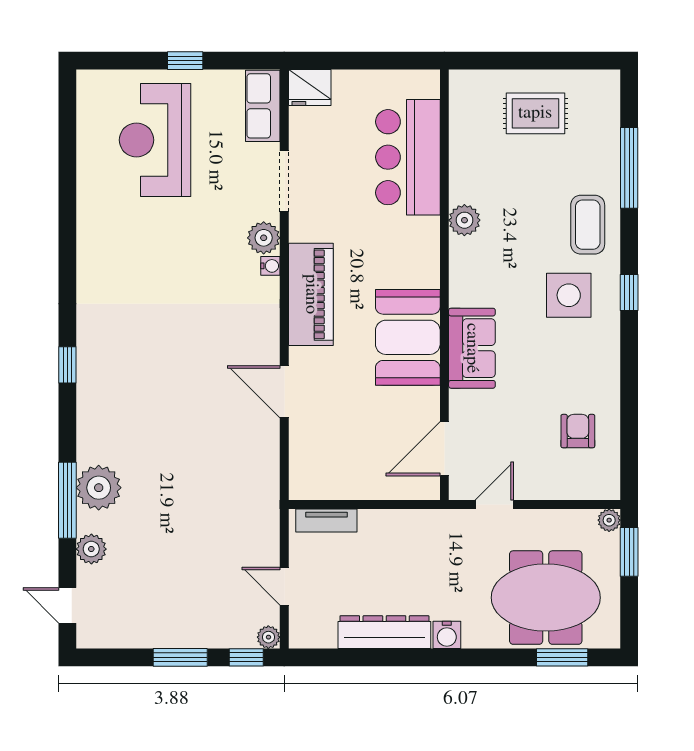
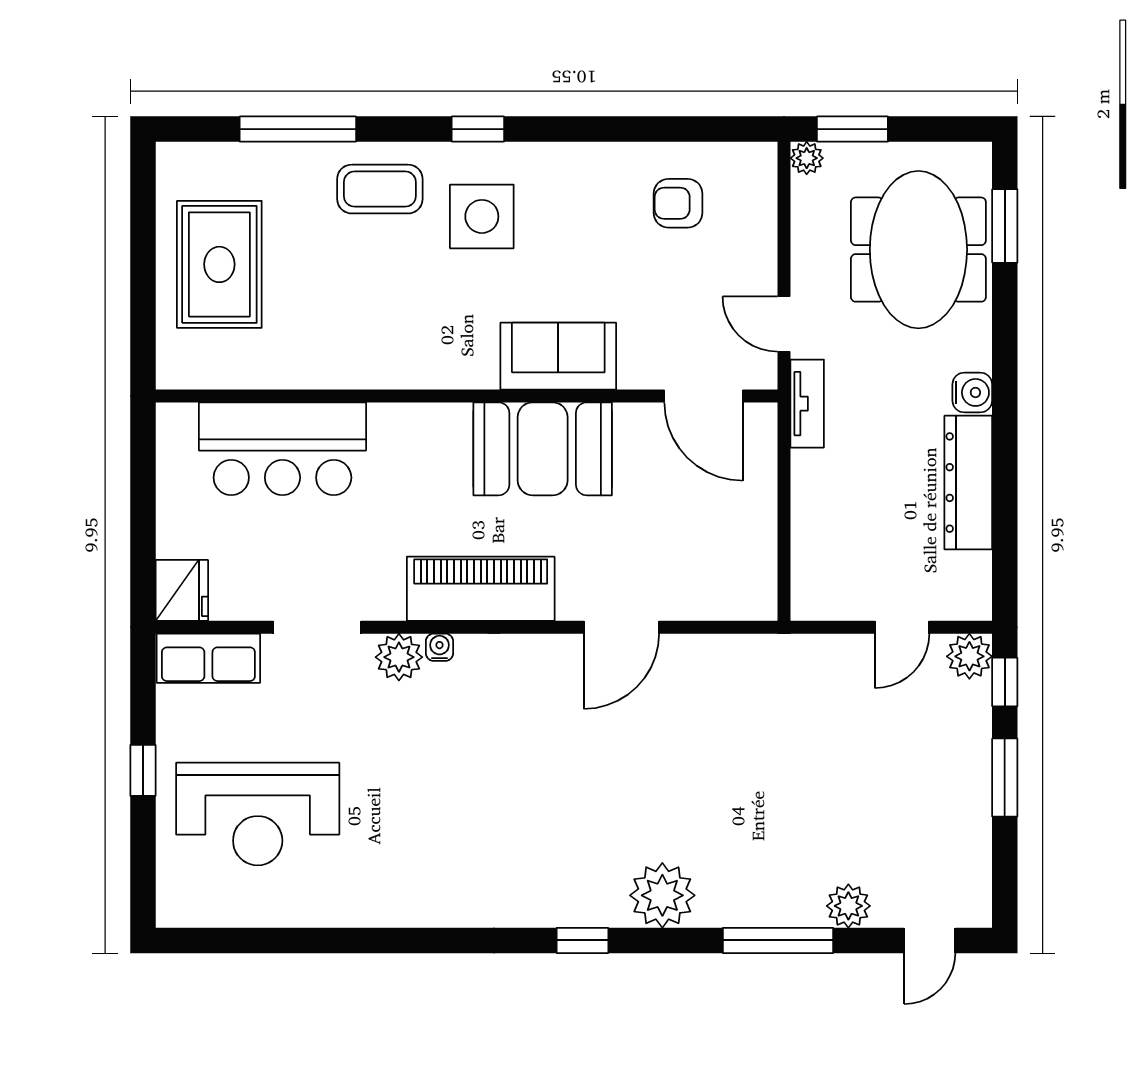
rug: (535, 113) -> (219, 264), width x1.36, depth x1.43
plant: (464, 220) -> (373, 367), removed
plant: (99, 488) -> (662, 895), moved
tv unit: (326, 520) -> (807, 404), moved
plant: (268, 637) -> (969, 656), width x1.38, depth x1.38

